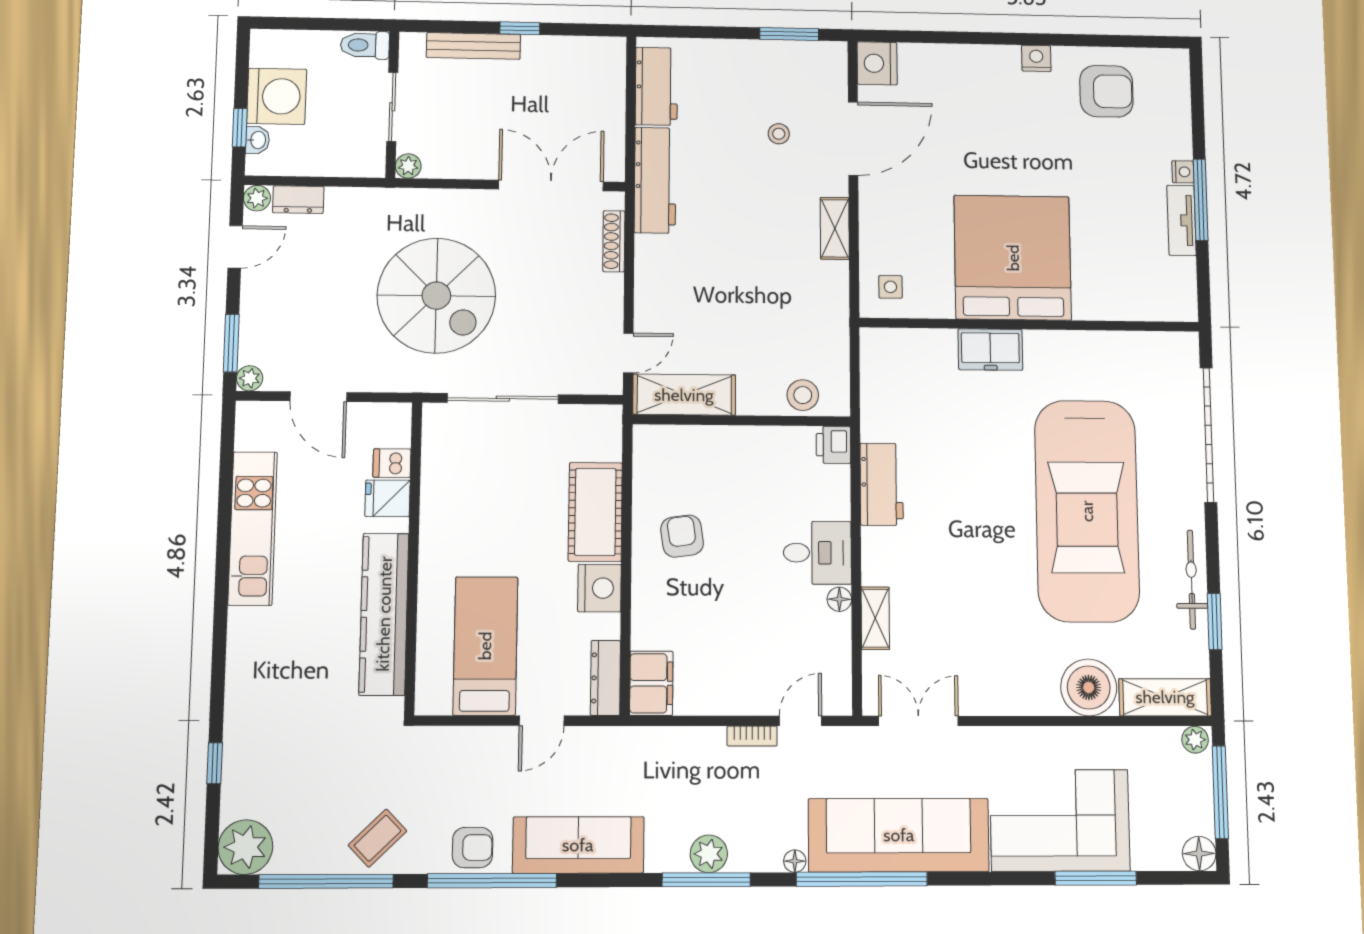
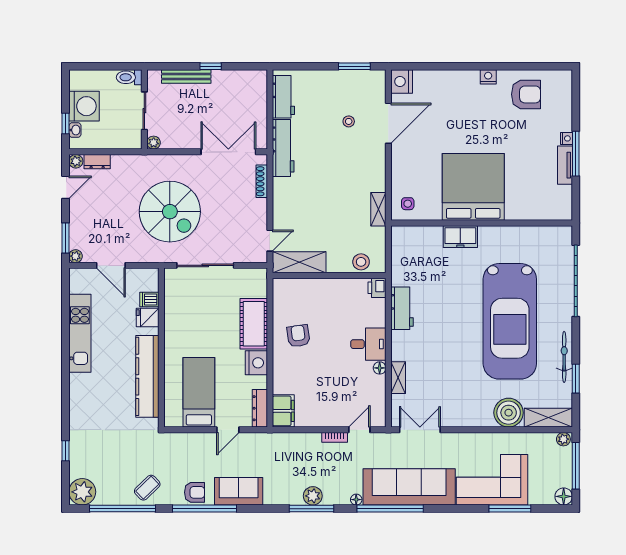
shelving: (835, 228) -> (378, 209), moved
sofa: (578, 845) -> (239, 491), width x0.73

